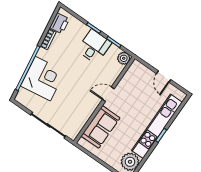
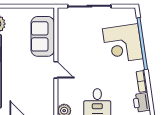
door: (108, 94) -> (56, 70), hinge flipped

